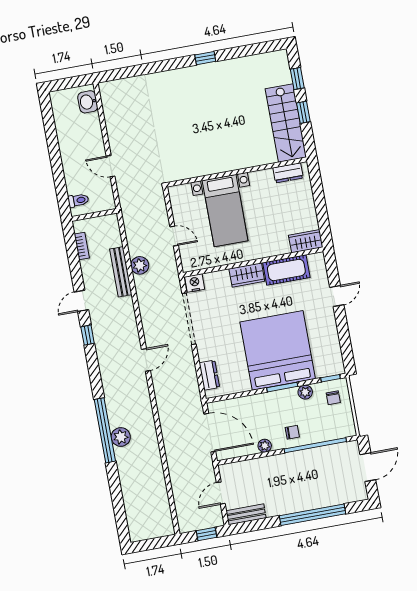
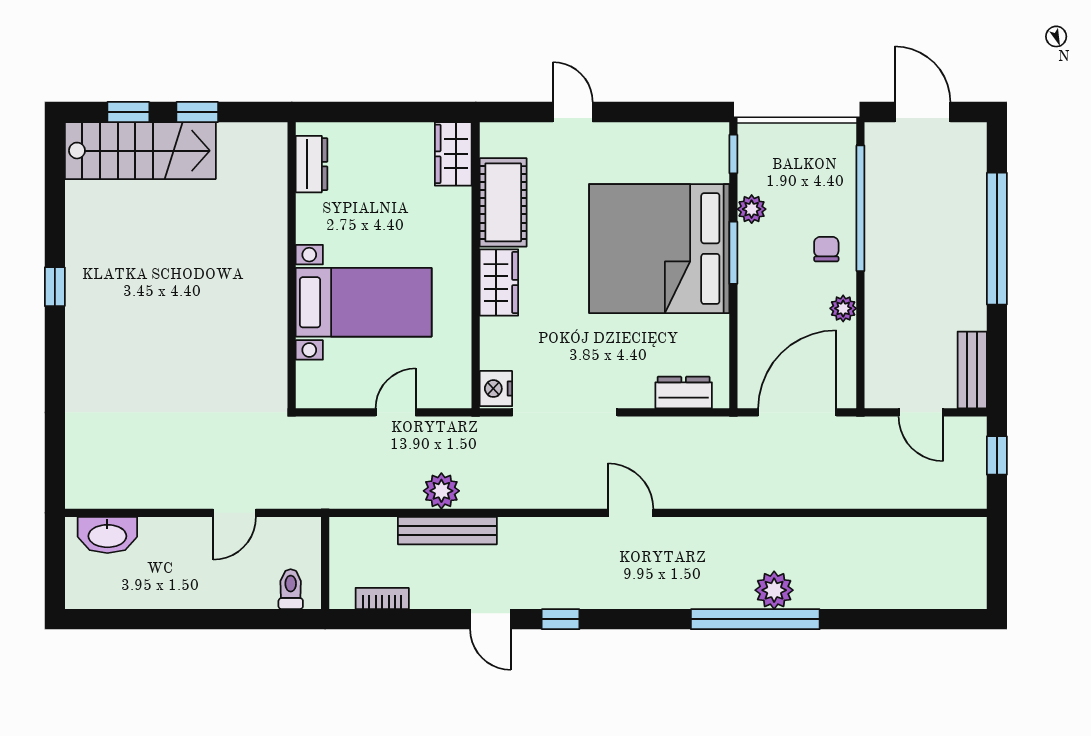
washbasin: (88, 102) -> (107, 535), width x1.38
stairs: (286, 123) -> (140, 151), moved
chair: (333, 398) -> (773, 156), removed

